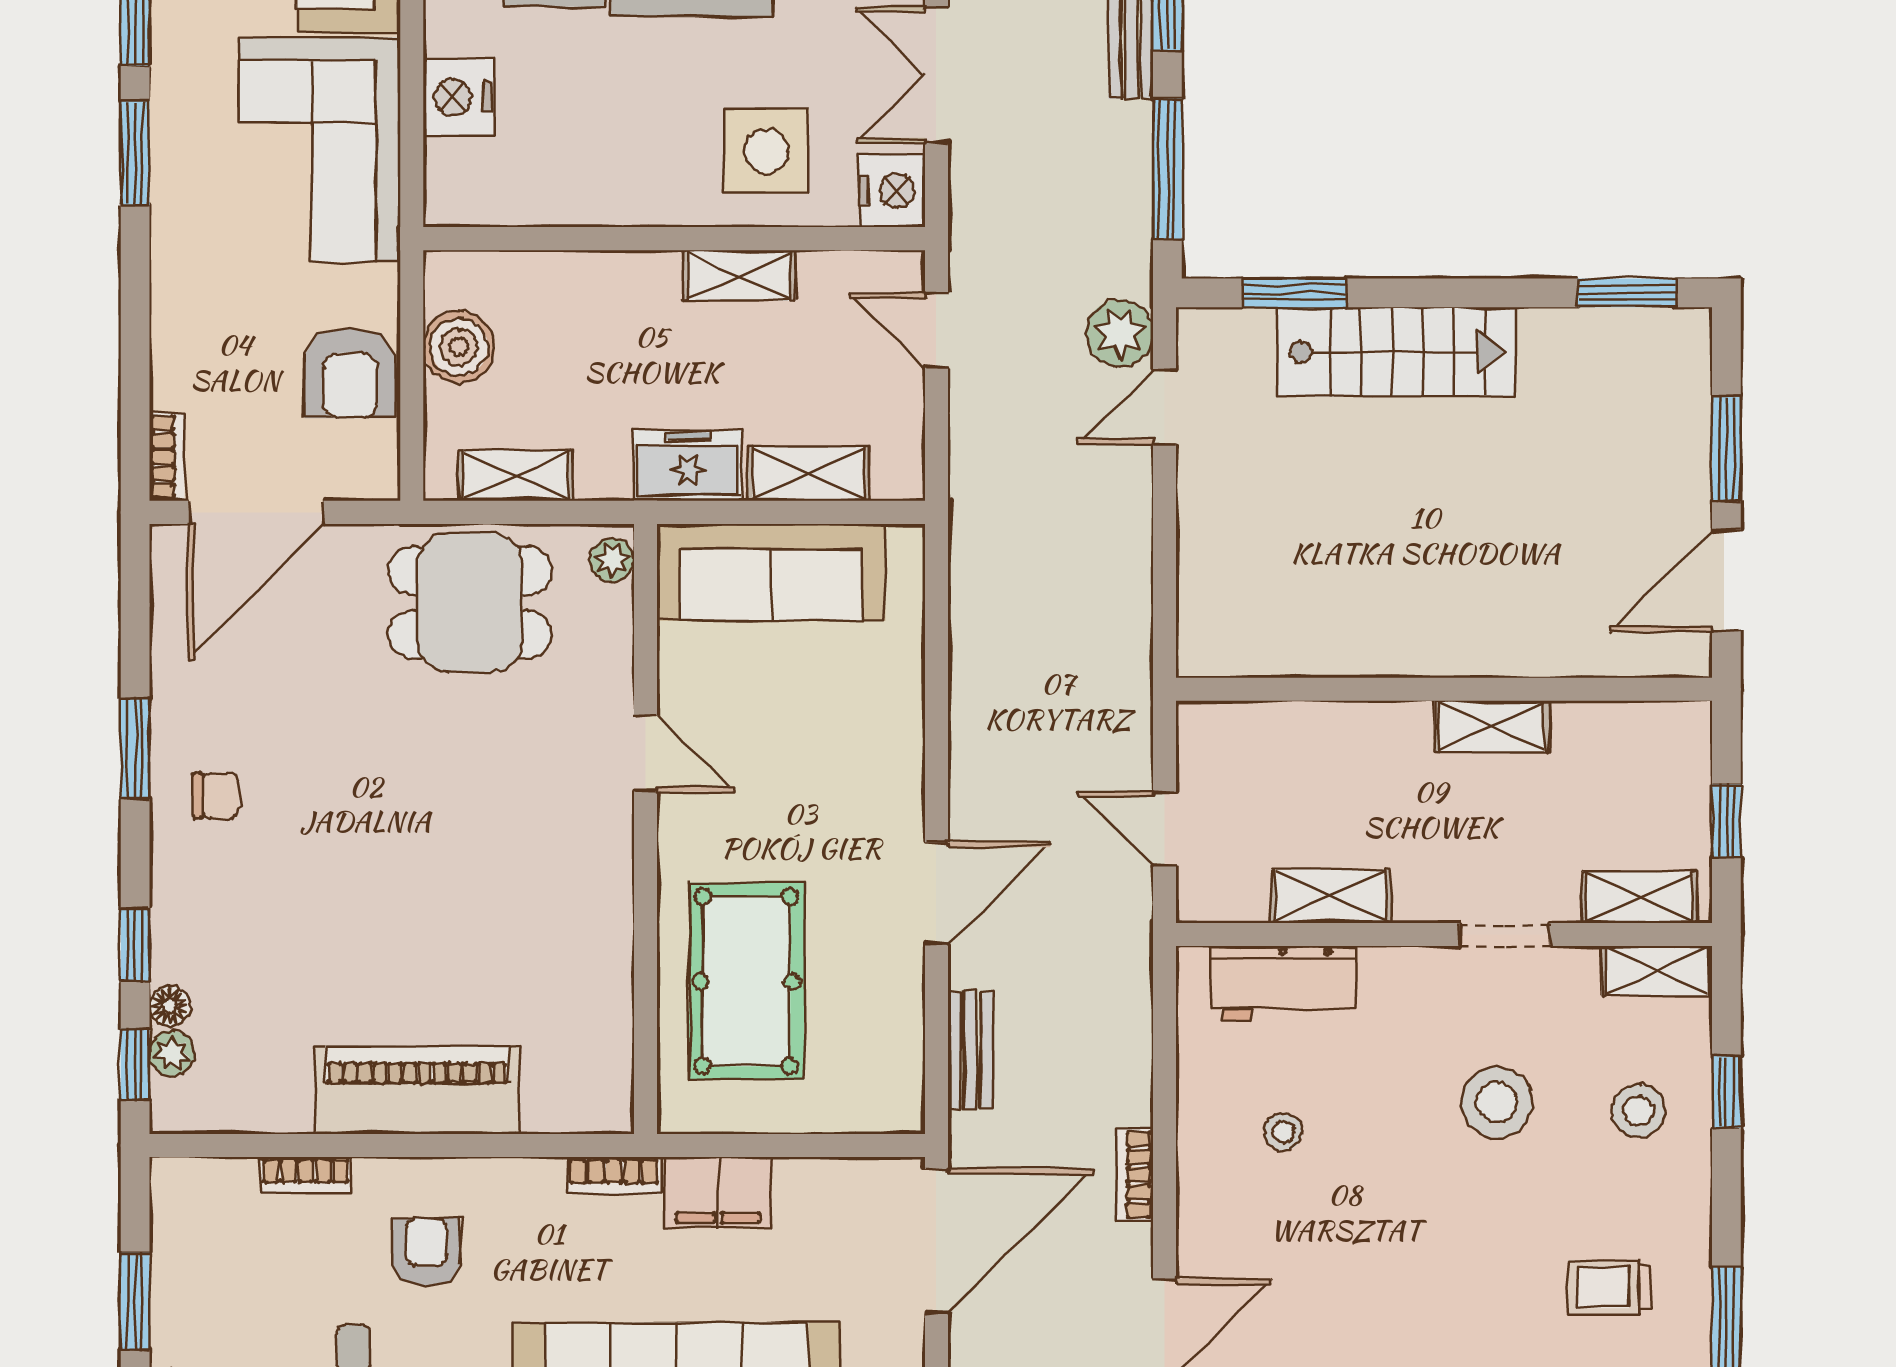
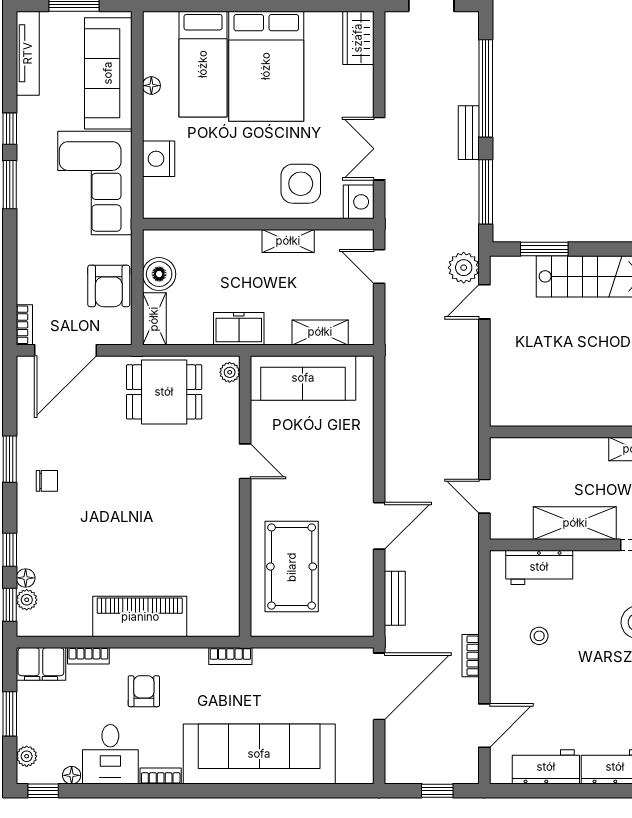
freezer: (688, 465) -> (239, 329), moved
shelving: (516, 475) -> (154, 319), moved, turned 90
shelving: (1331, 896) -> (575, 523), width x1.50, depth x1.33
filing cabinet: (718, 1193) -> (41, 664), moved

